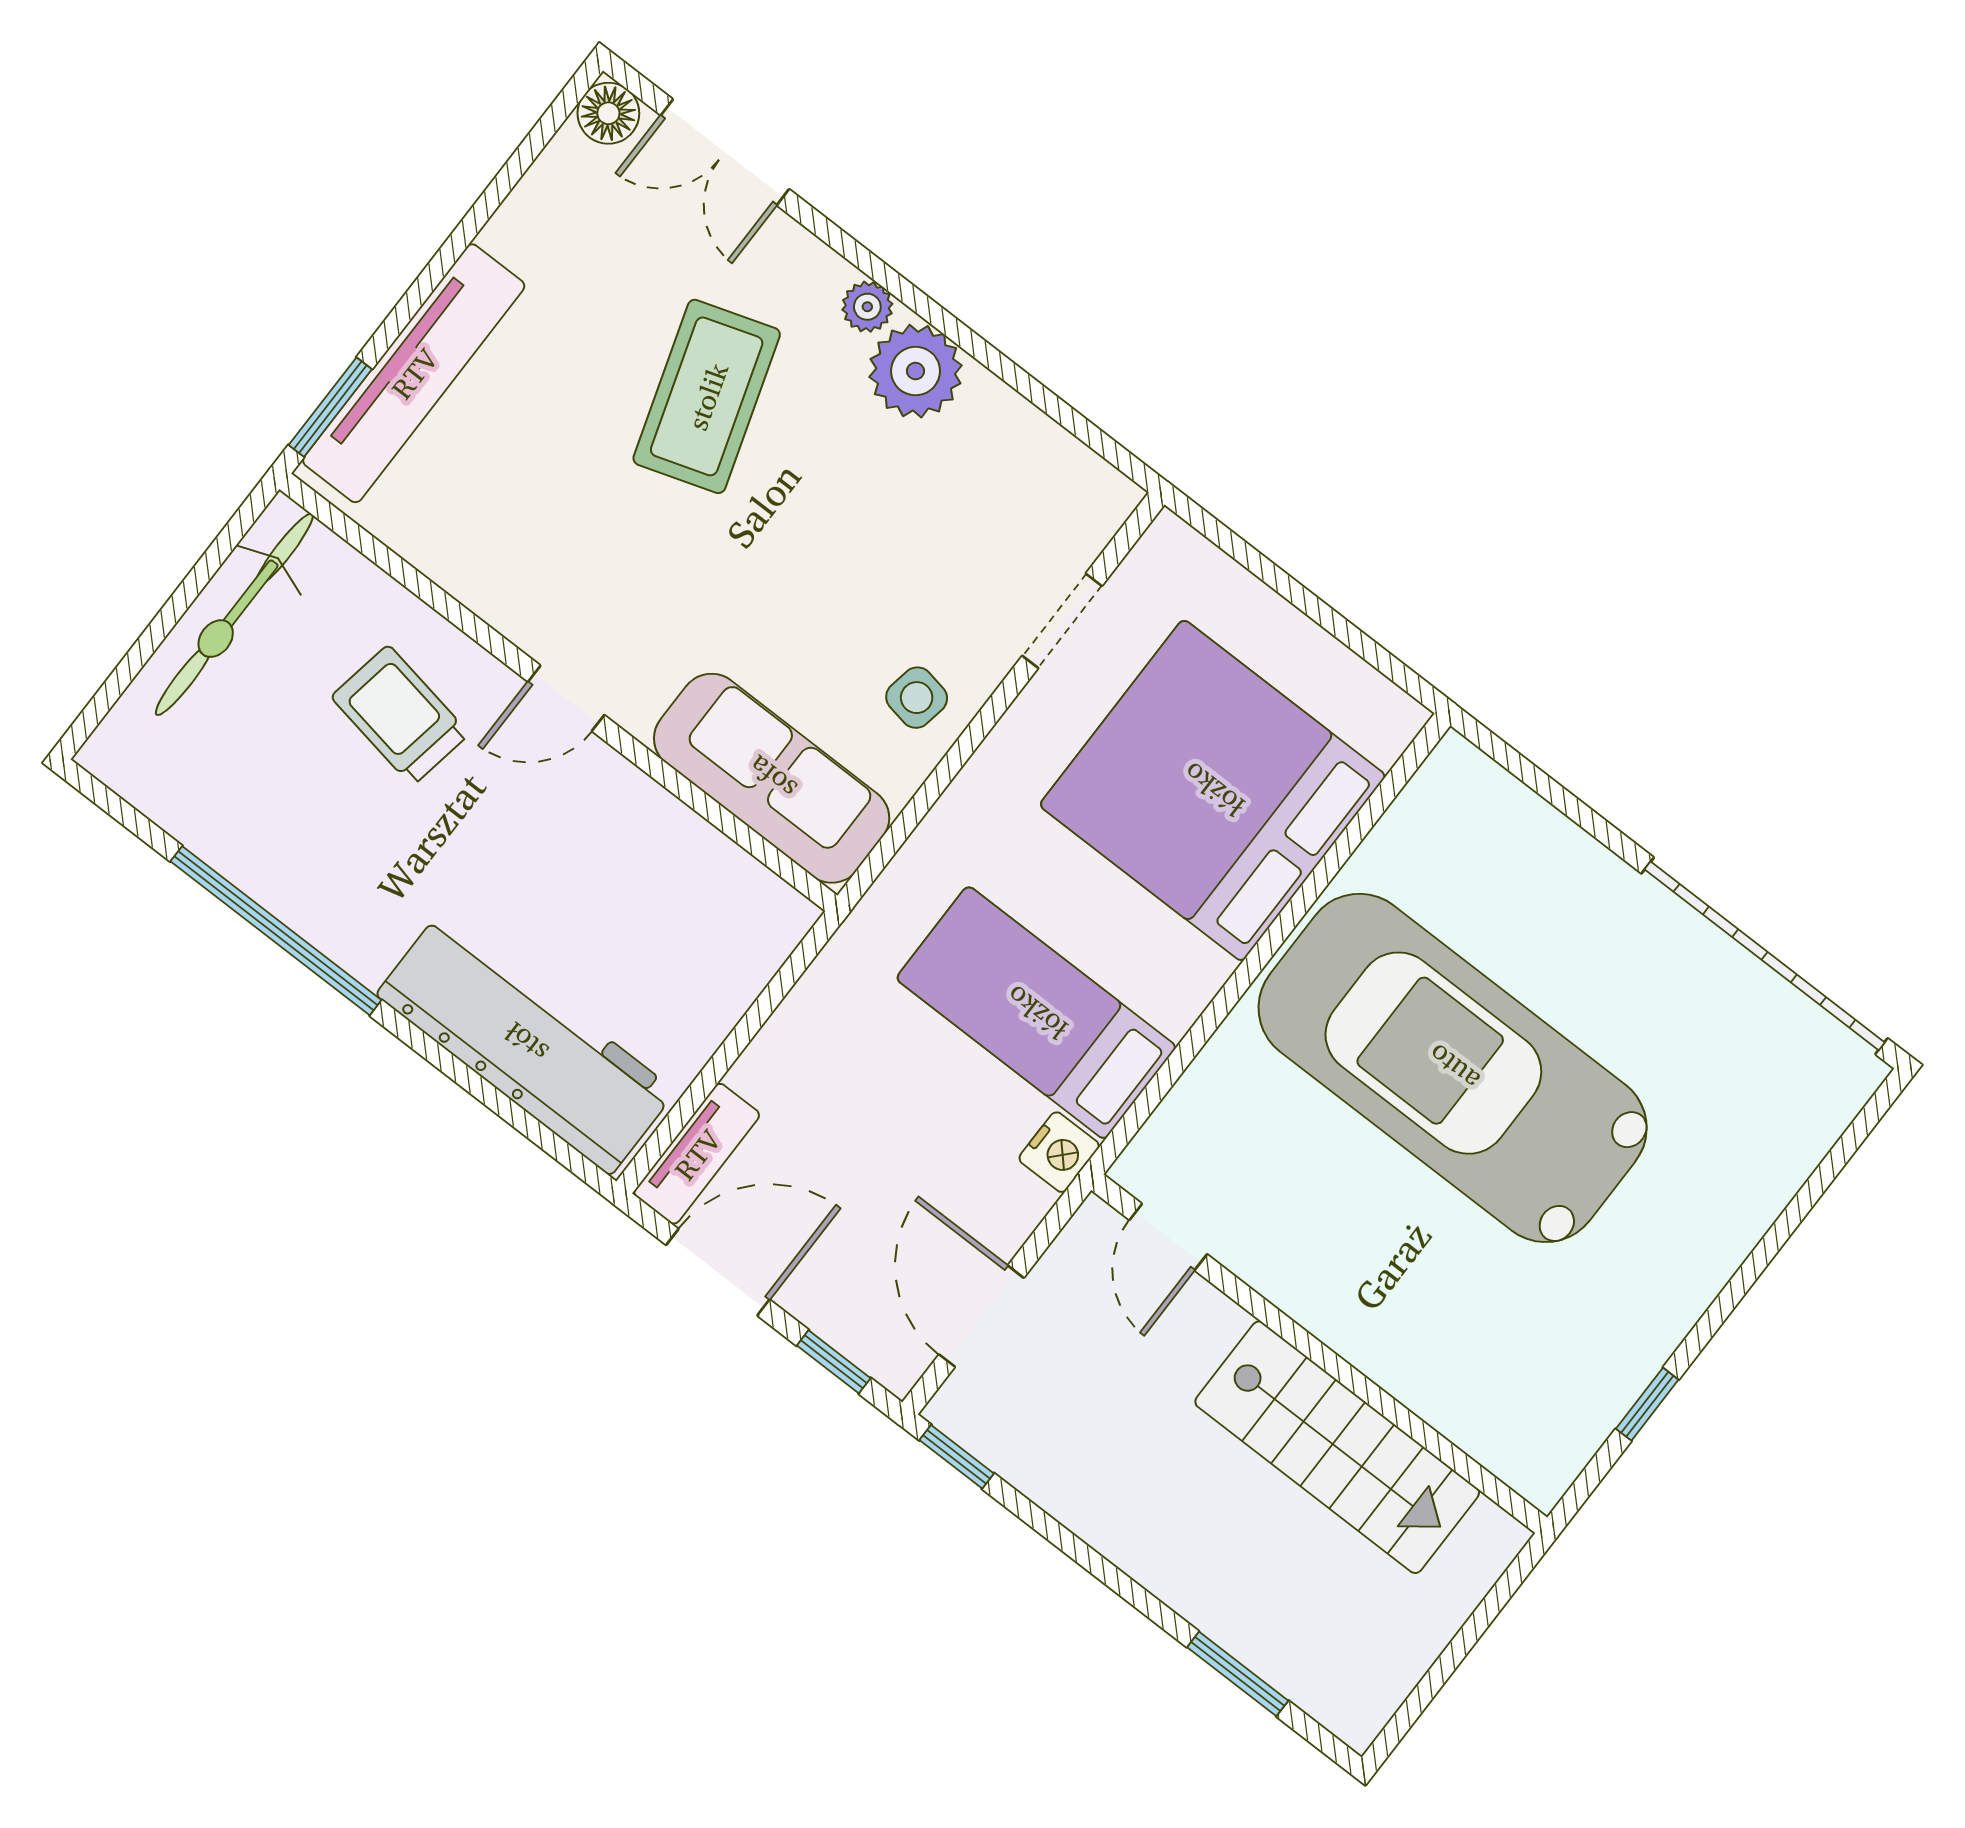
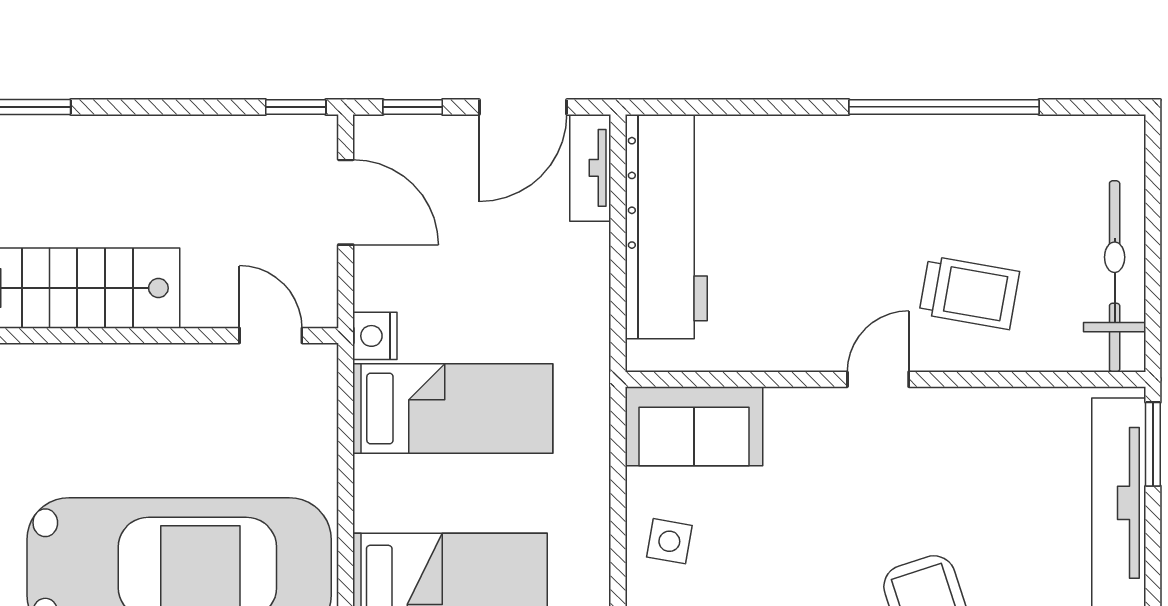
sofa: (772, 778) -> (694, 426), width x0.73
workbench: (526, 1043) -> (666, 227), moved, turned -90

